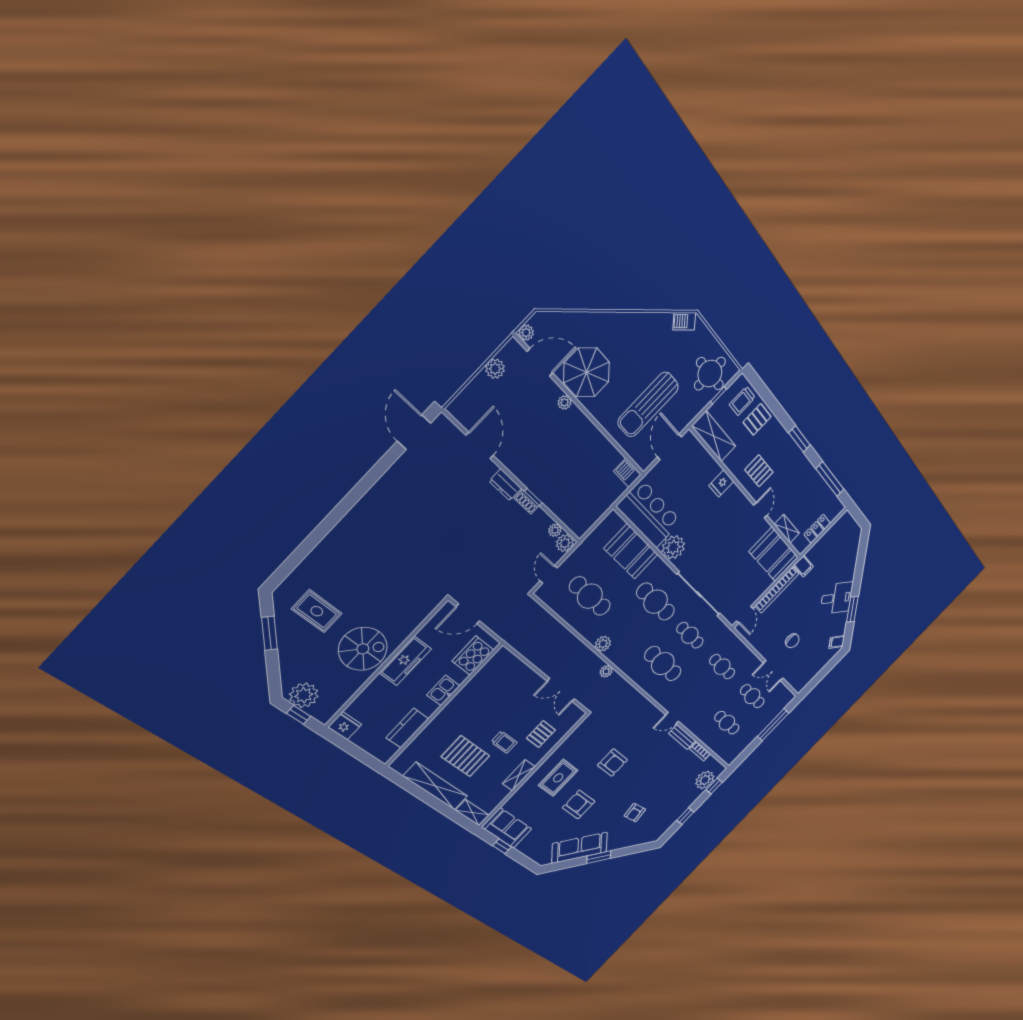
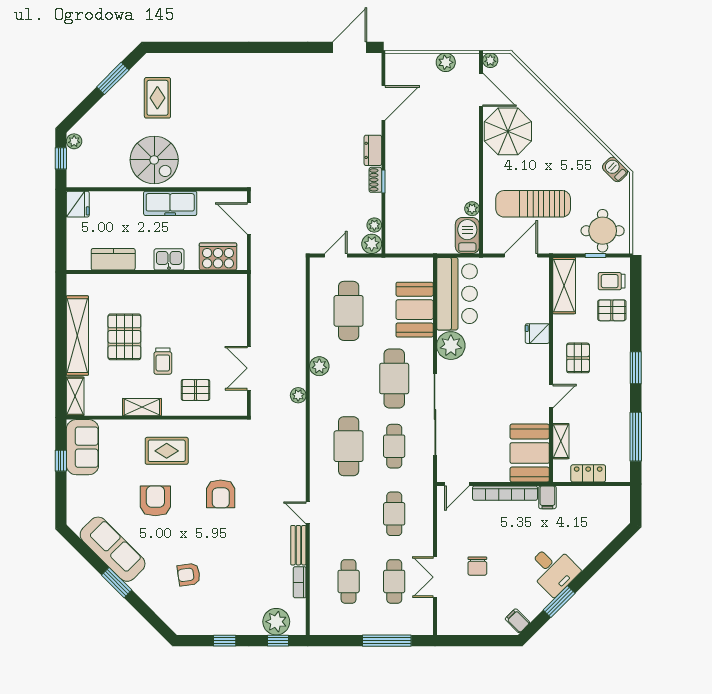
plant: (565, 402) -> (472, 209), moved
barbecue: (627, 473) -> (467, 235), width x1.38, depth x1.27
plant: (304, 695) -> (74, 141), width x0.53, depth x0.53

